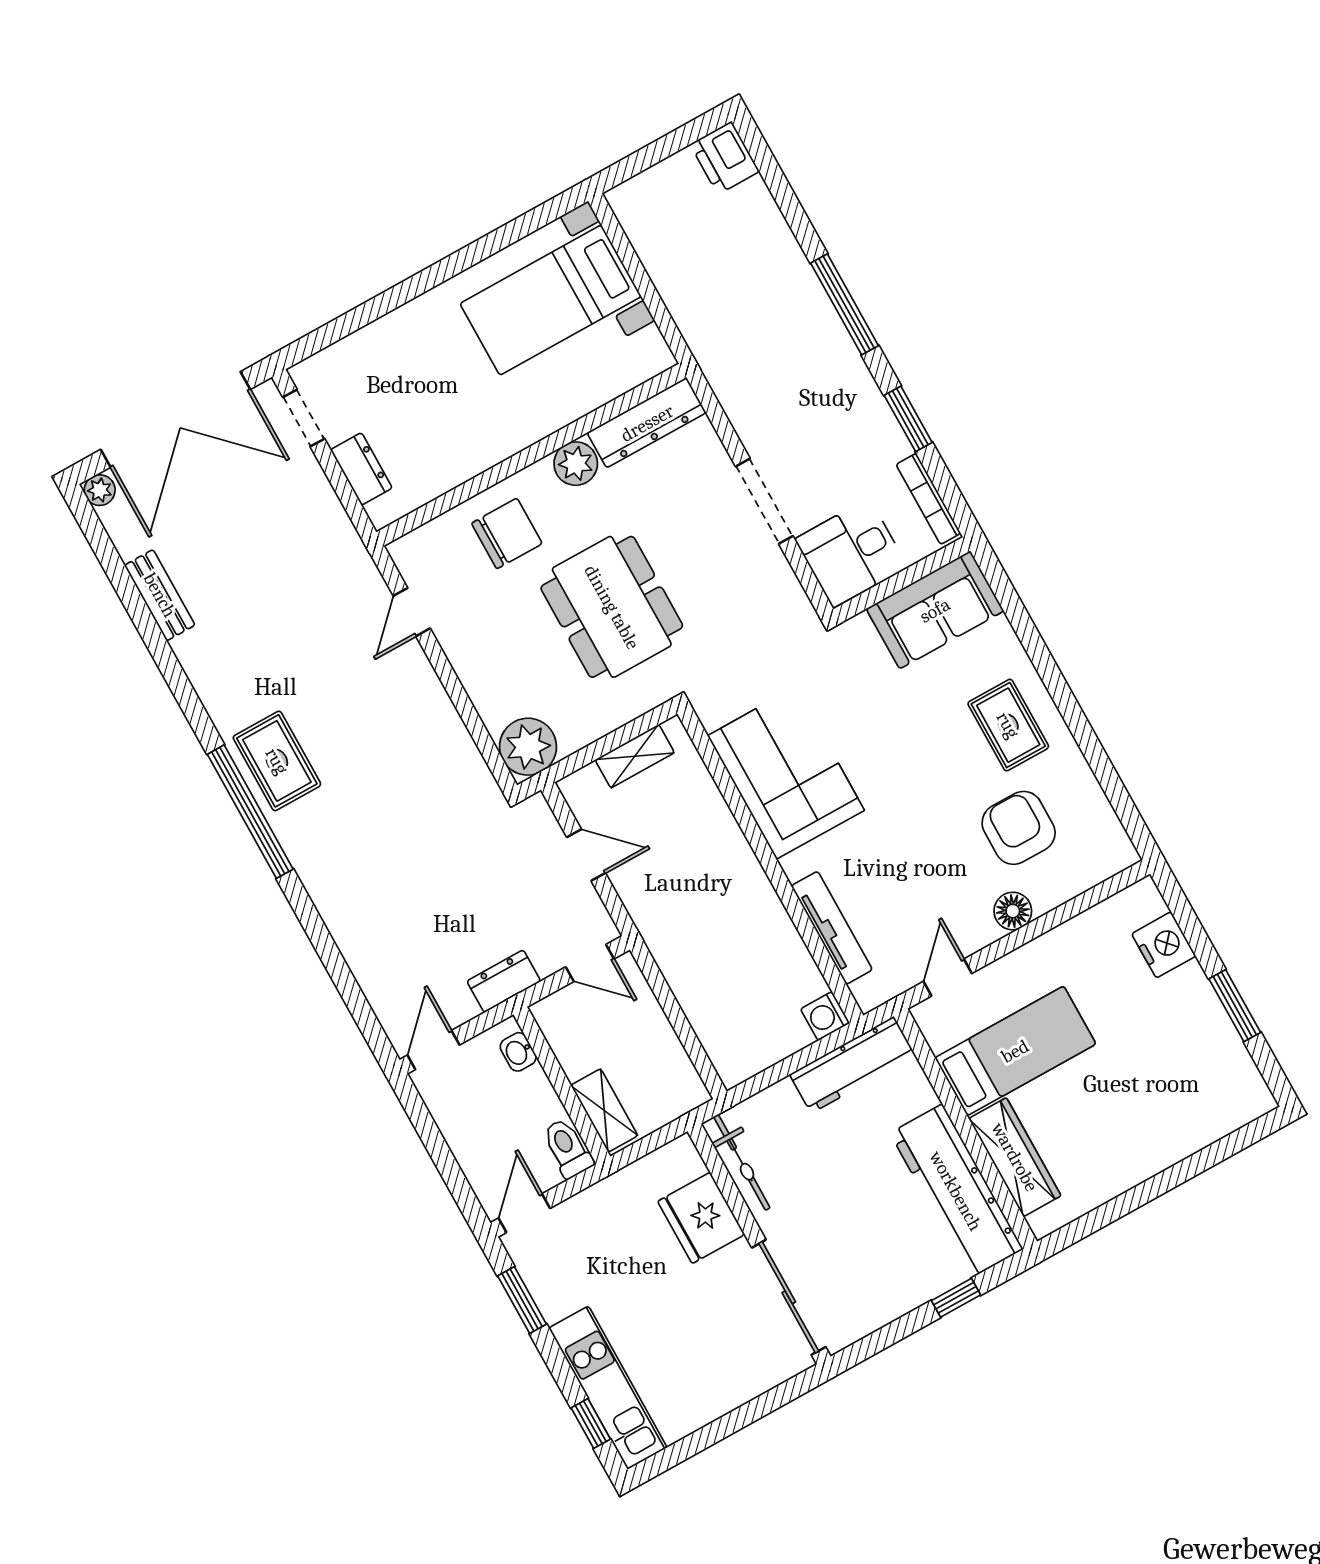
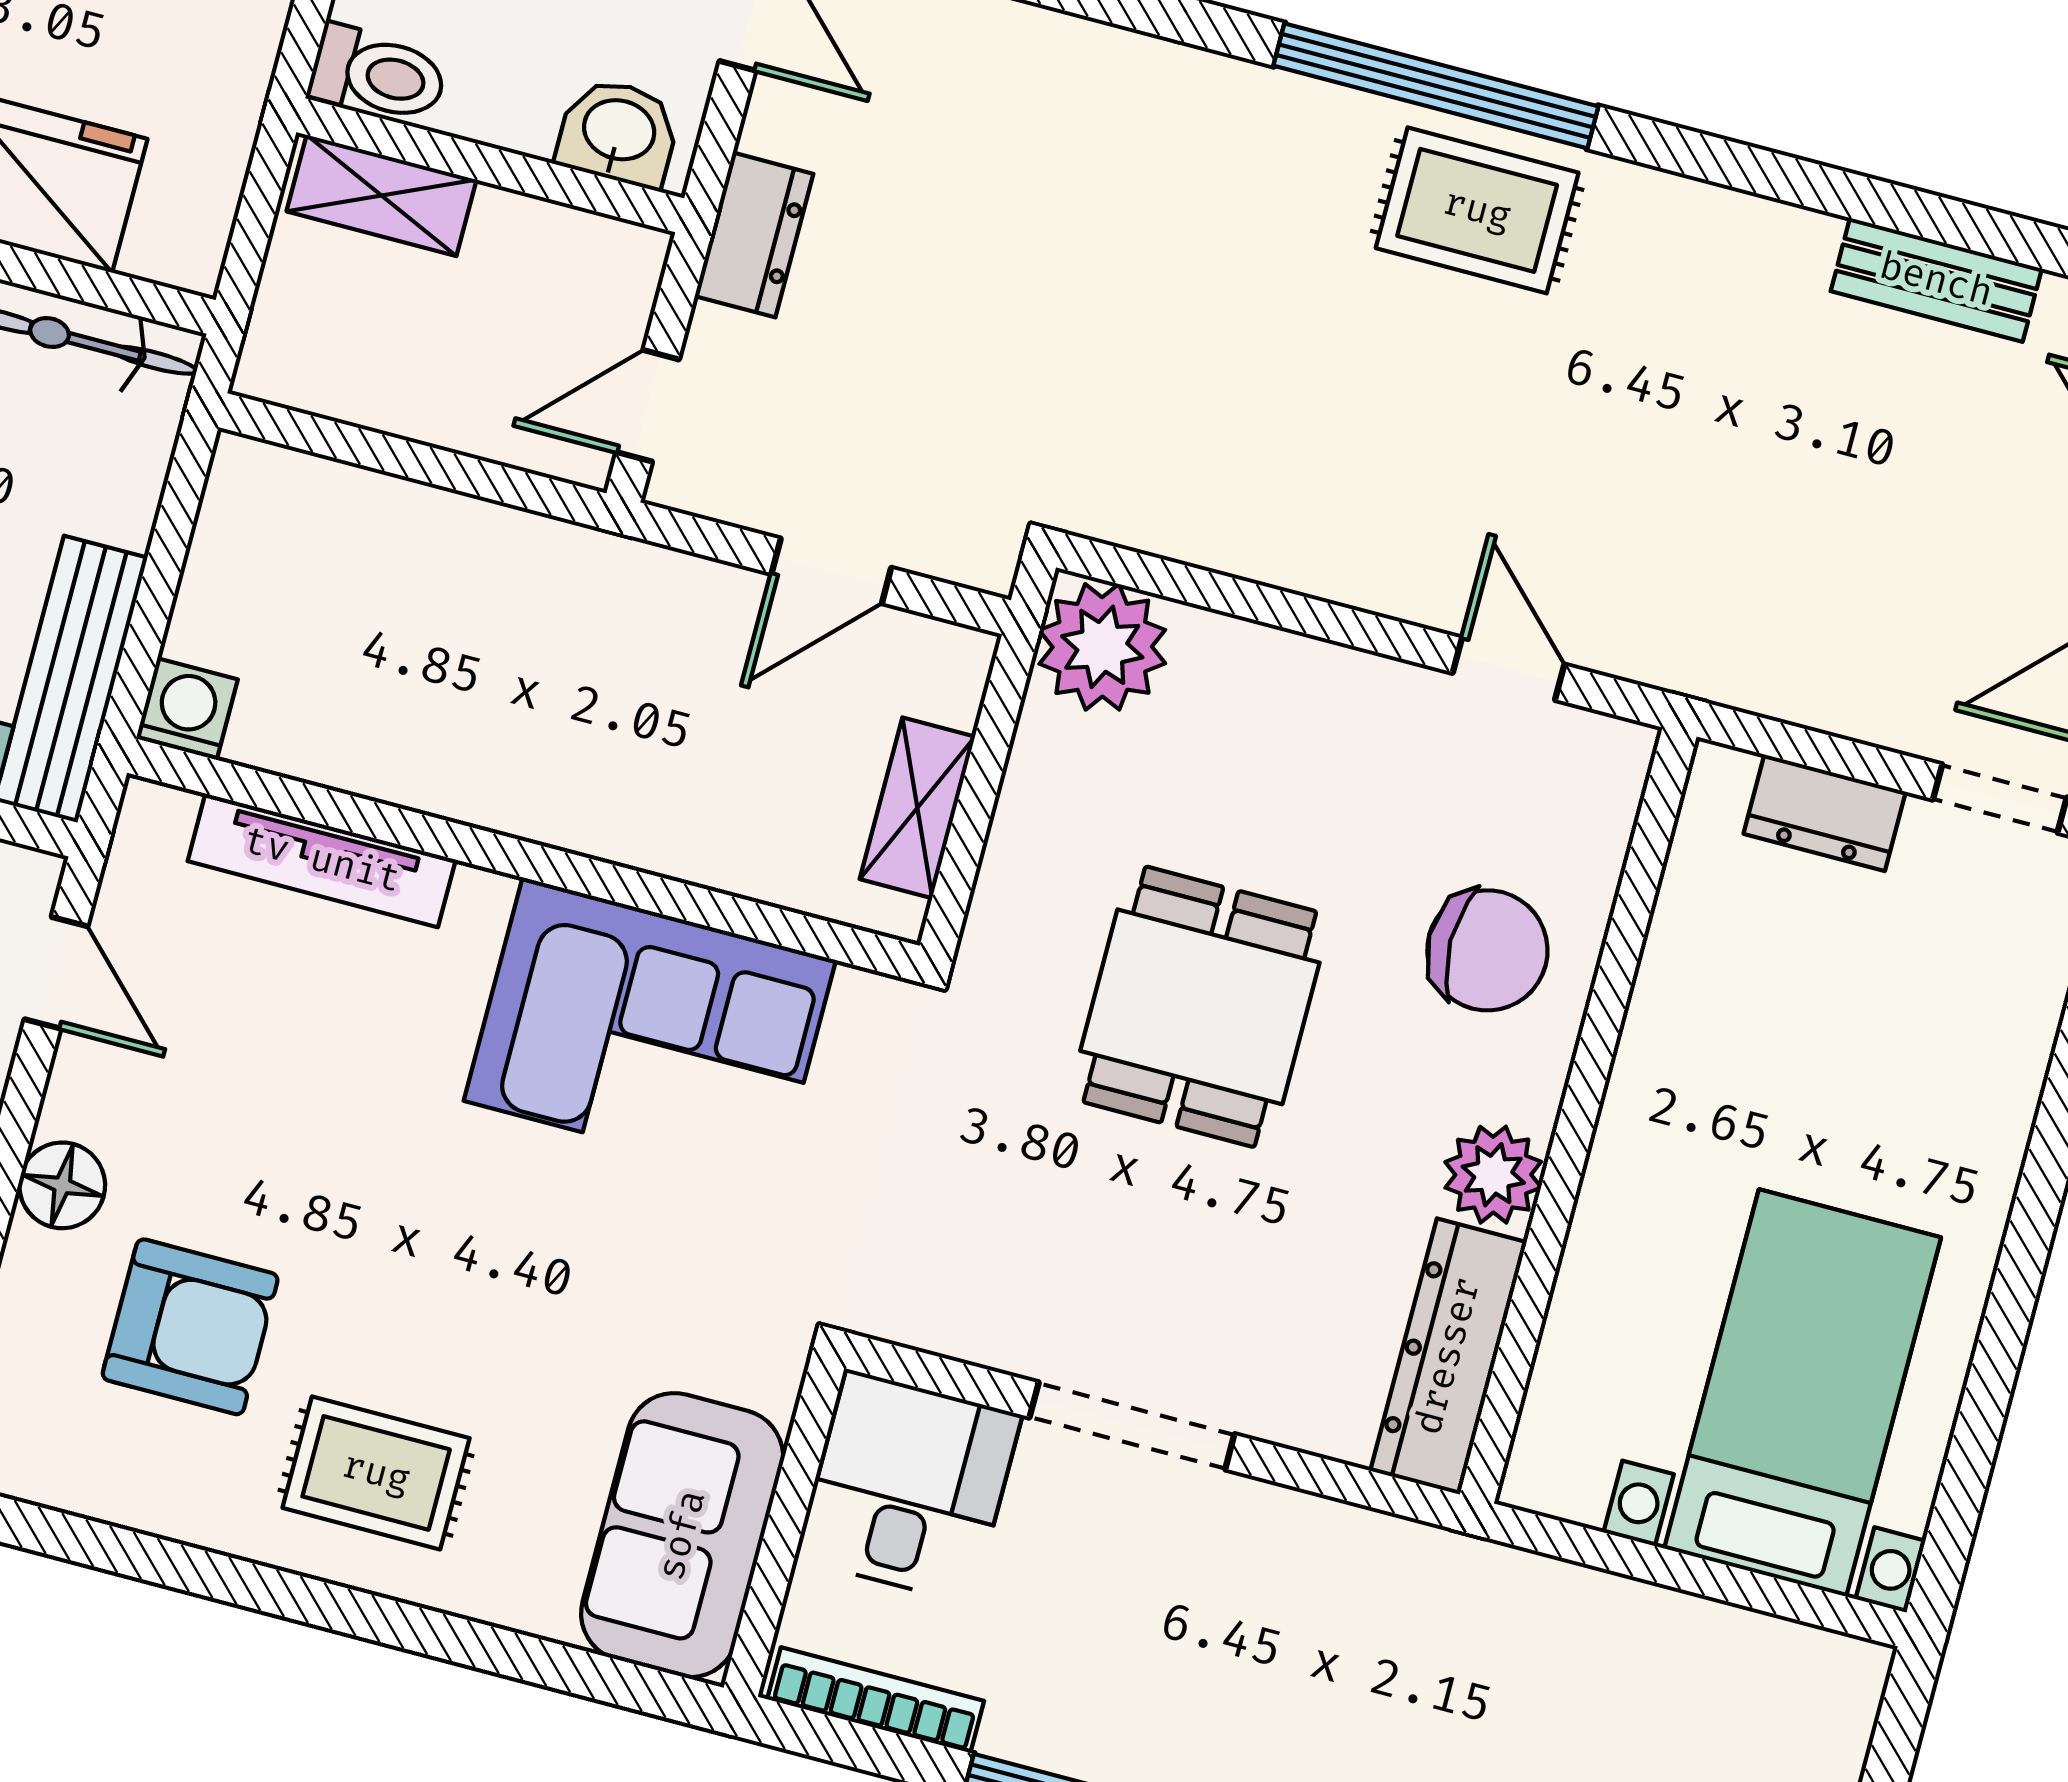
chair: (507, 533) -> (1487, 950), turned -90
dining table: (612, 607) -> (1200, 1007), width x0.73
washbasin: (518, 1052) -> (618, 132), width x1.38, depth x1.45

